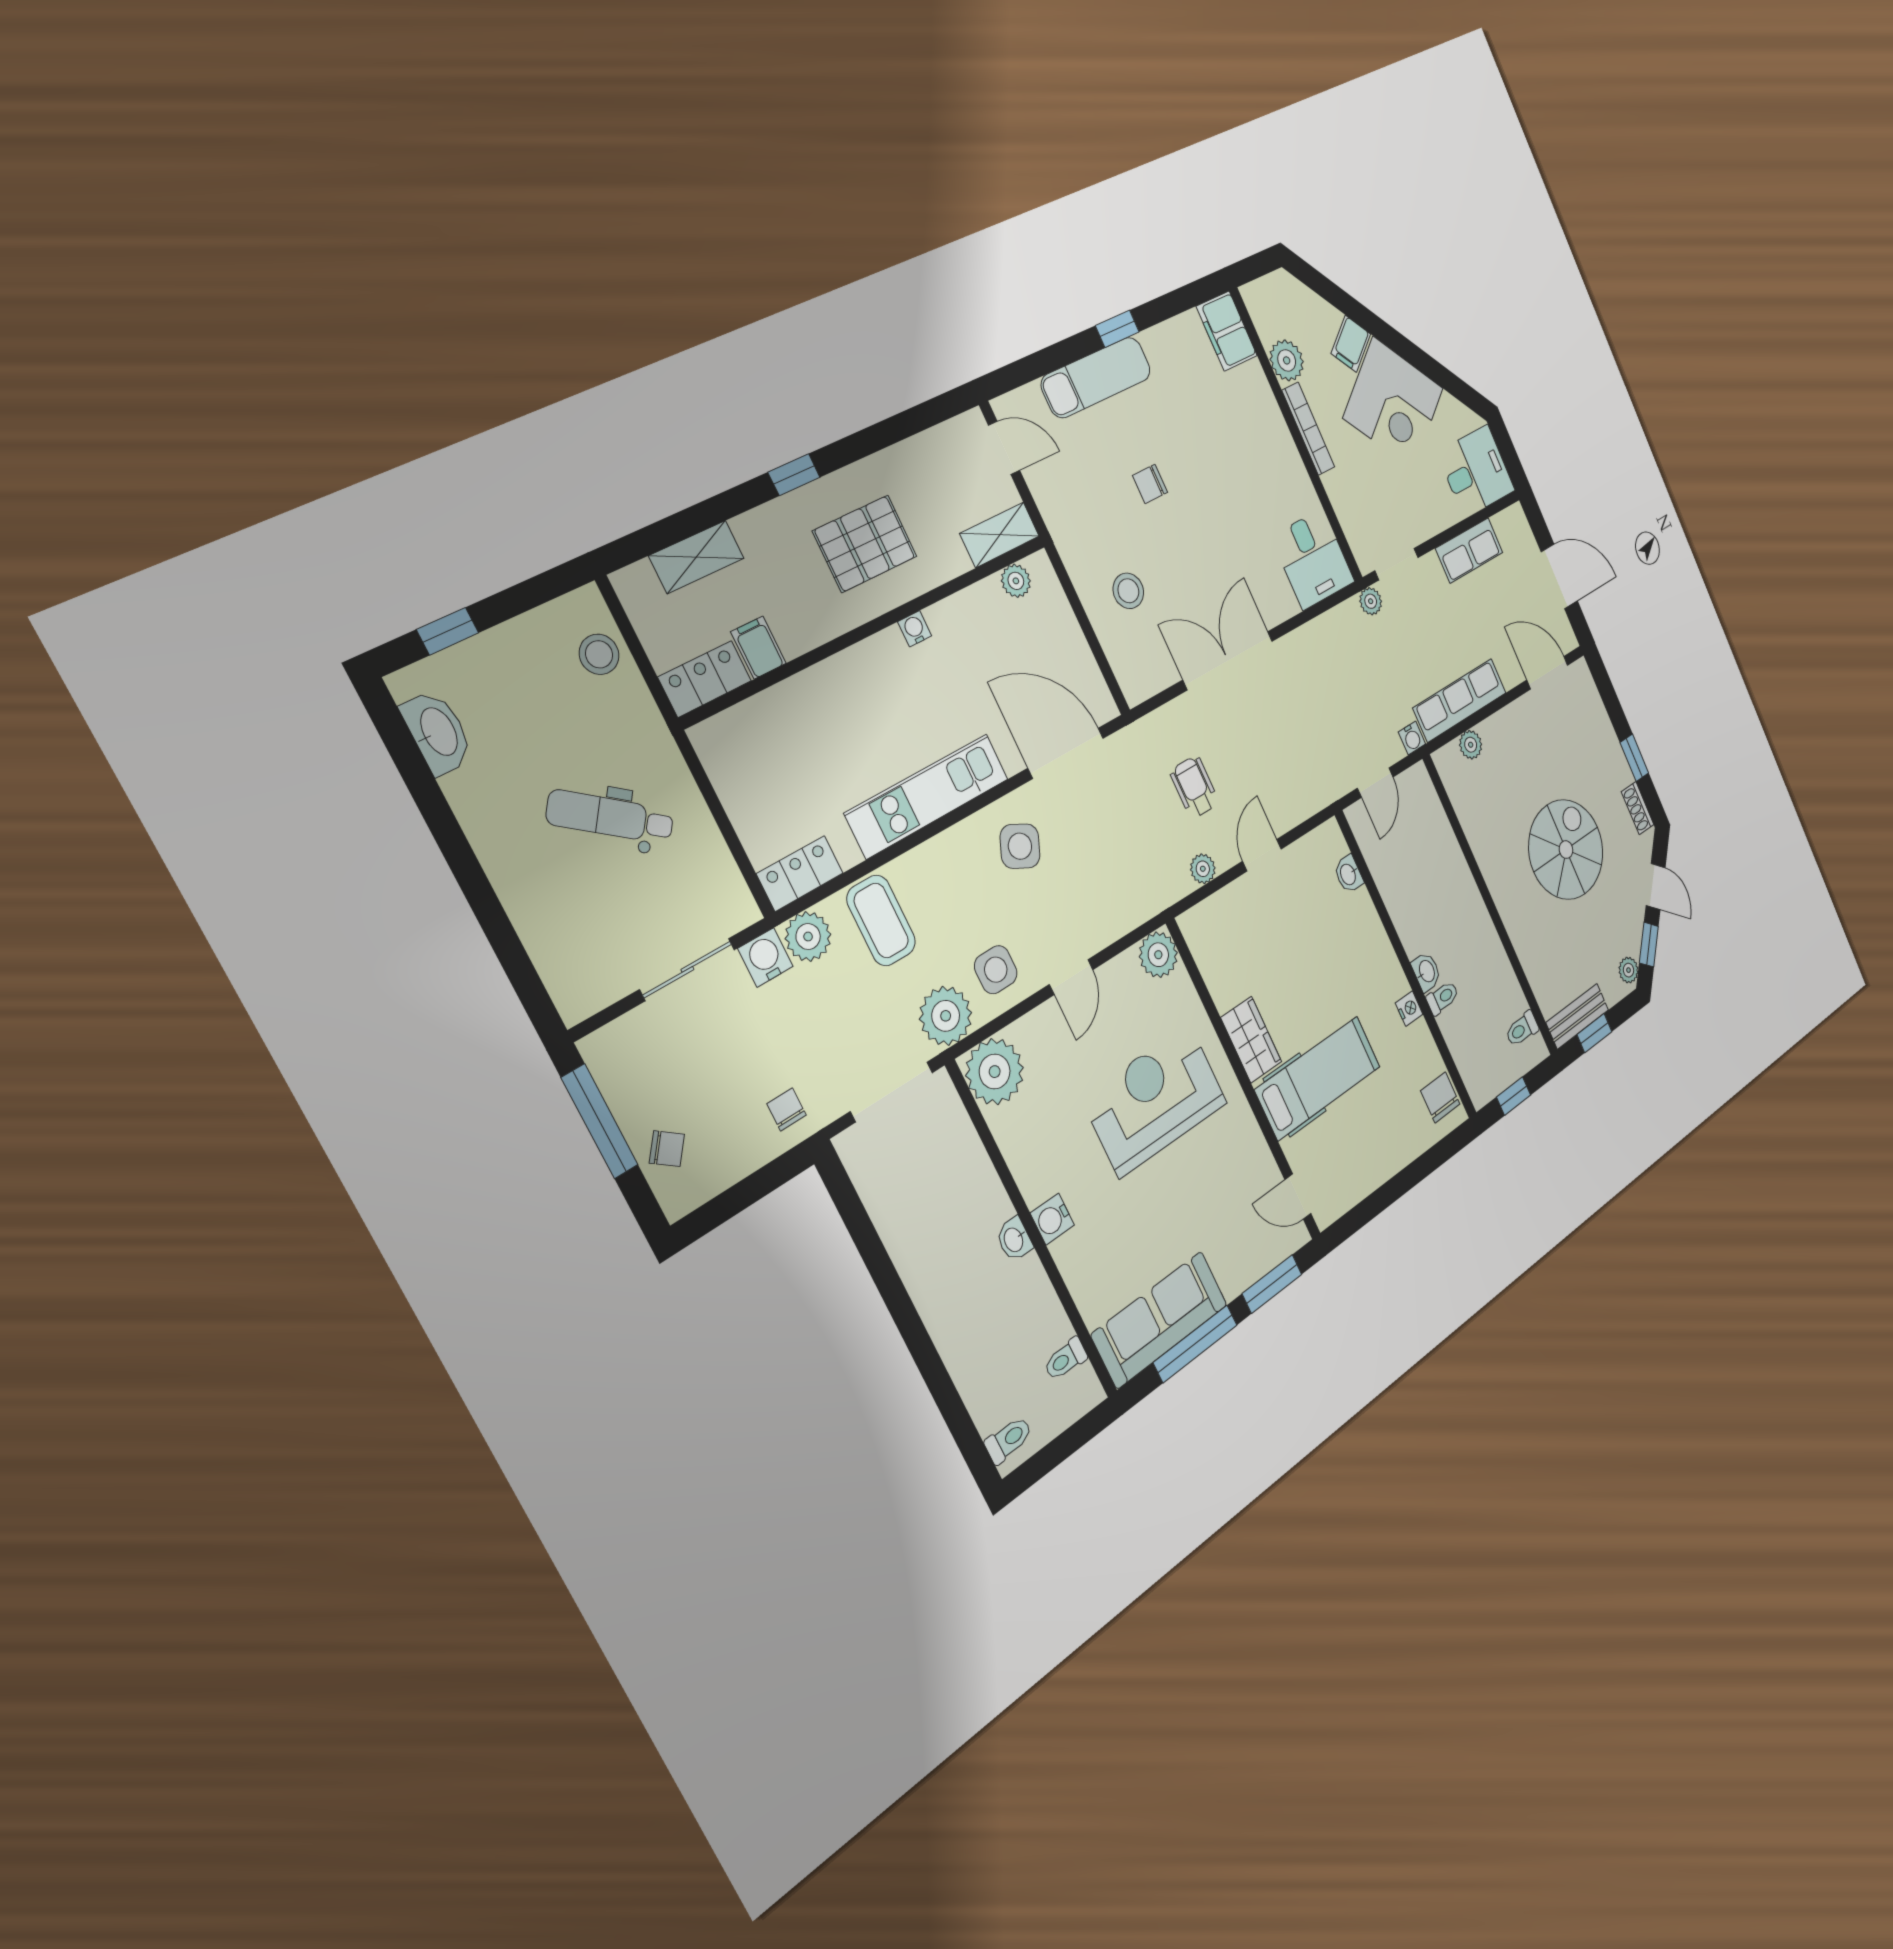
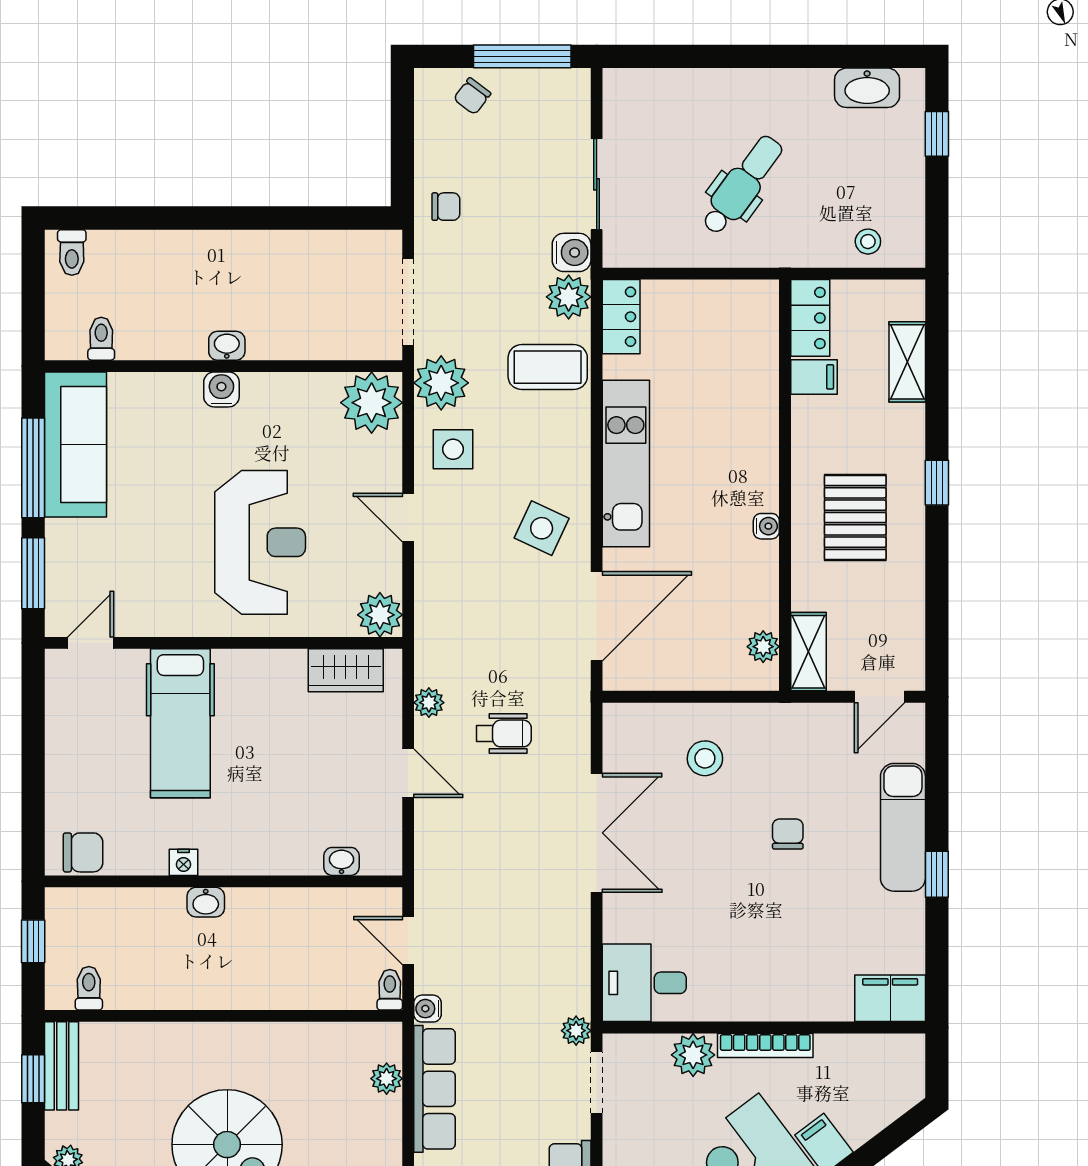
plant: (1287, 360) -> (693, 1055), moved
stool: (599, 654) -> (868, 242), width x0.73, depth x0.73
toilet: (1442, 998) -> (390, 990), moved, turned 180
wardrobe: (1251, 1040) -> (346, 670), moved

